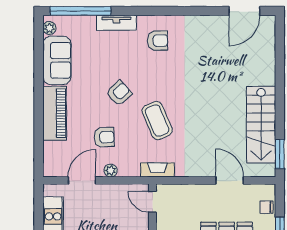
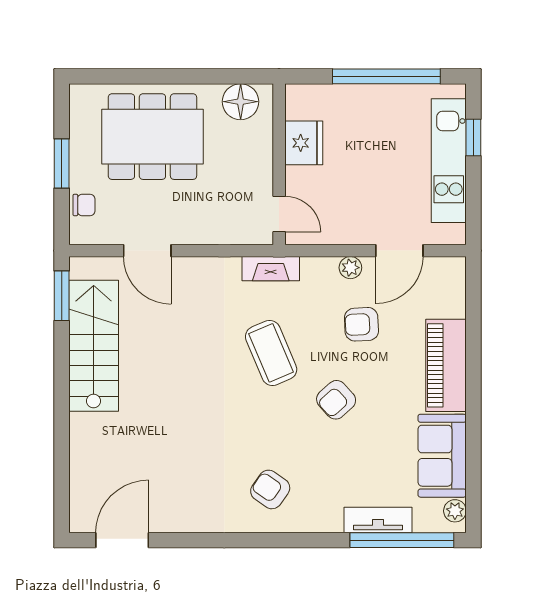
tv unit: (116, 23) -> (378, 520), moved
armchair: (158, 41) -> (270, 489), turned 35

